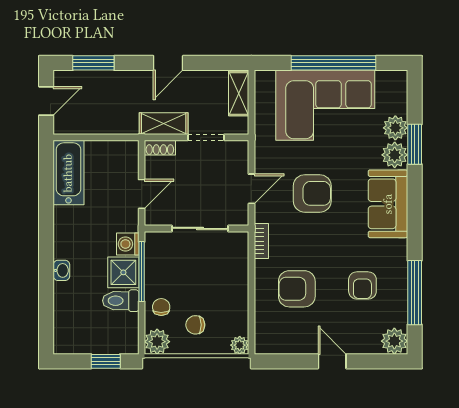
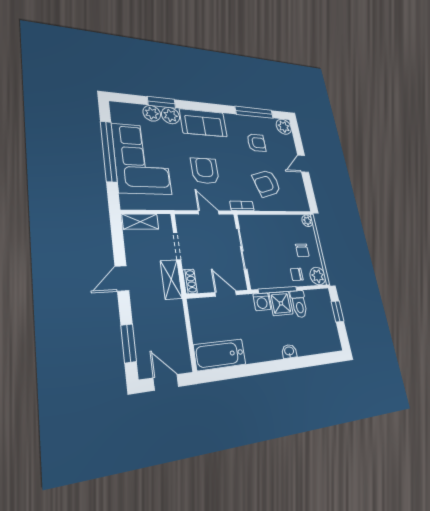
door: (168, 63) -> (122, 278), swing flipped
armchair: (297, 289) -> (267, 183), turned 73

